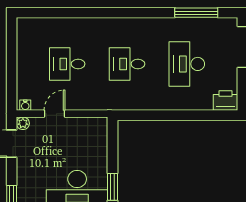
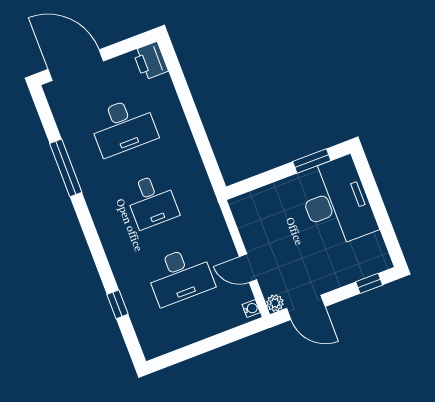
window: (64, 13) -> (117, 304), added
window: (196, 13) -> (66, 168), moved
desk: (67, 64) -> (180, 276), width x1.37

